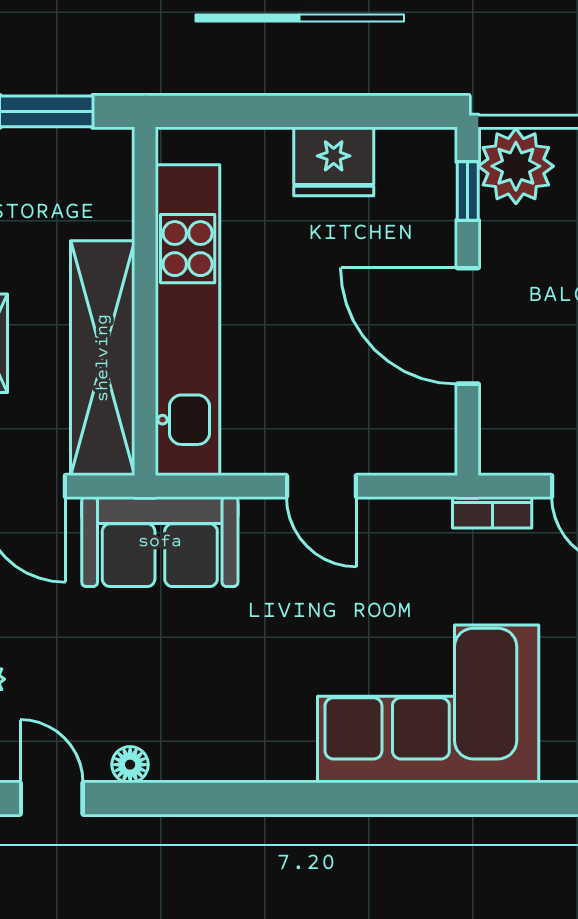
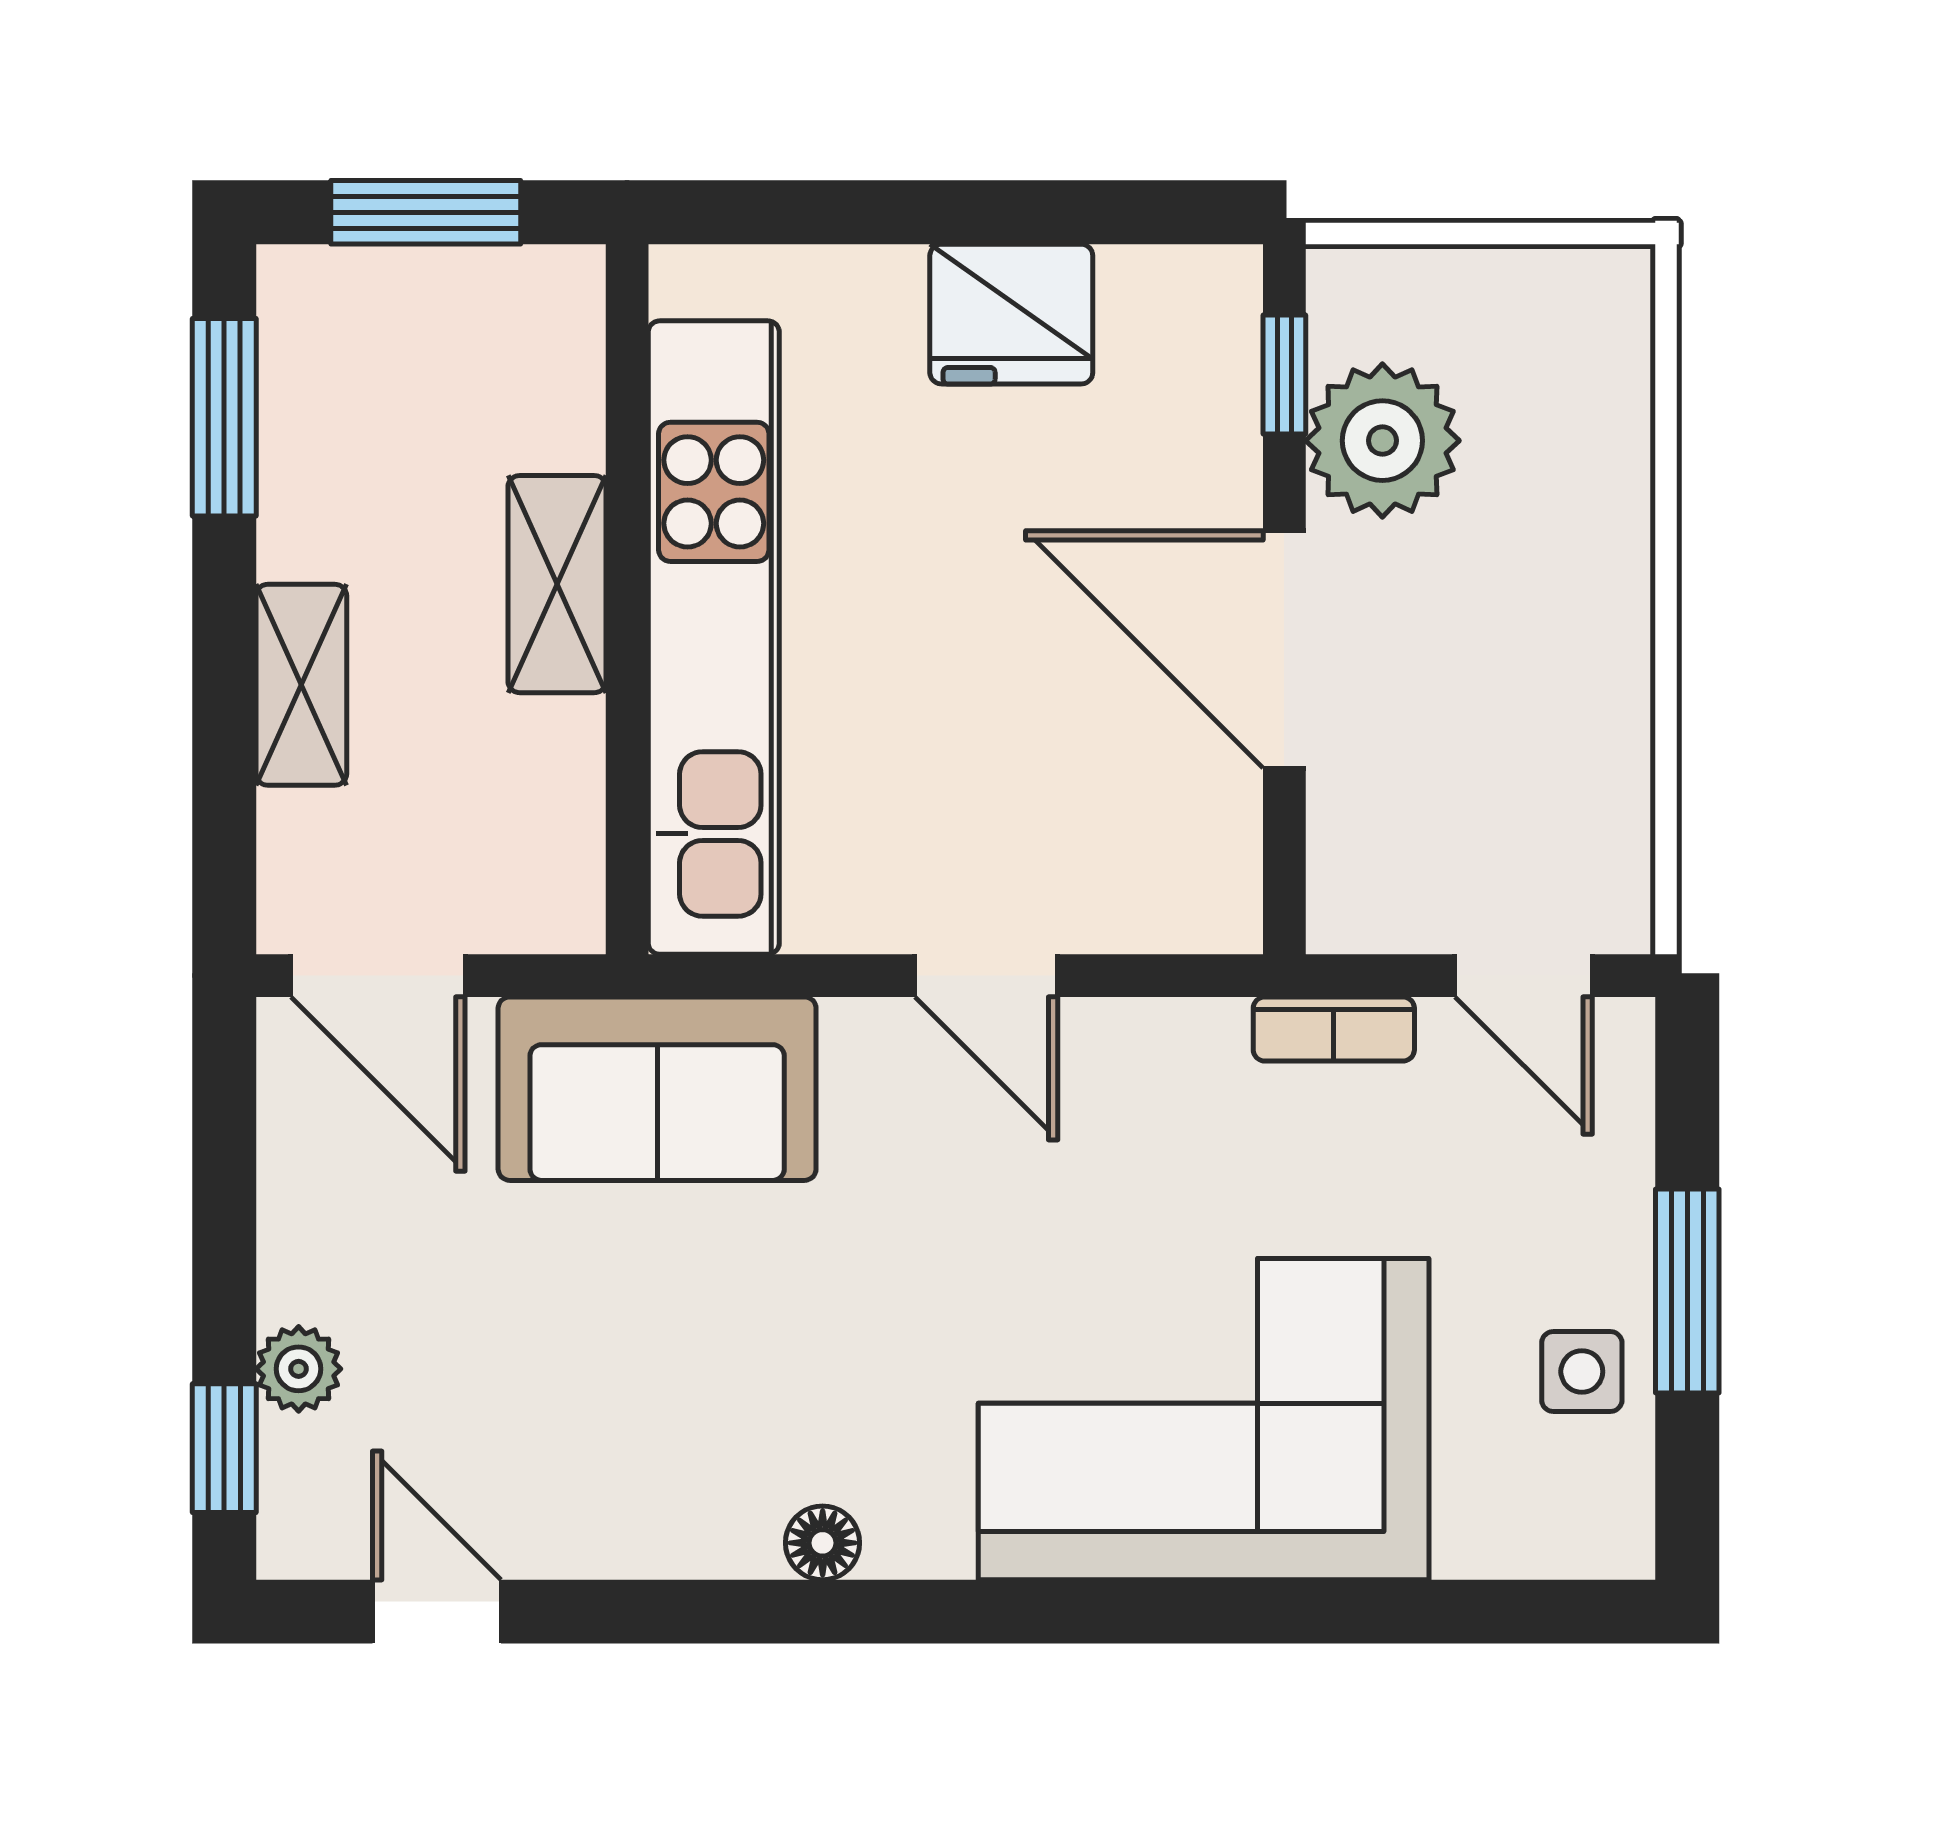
plant: (516, 166) -> (1382, 441), moved
shelving: (103, 358) -> (557, 584), width x0.45, depth x0.75
floor lamp: (130, 765) -> (823, 1543), moved

